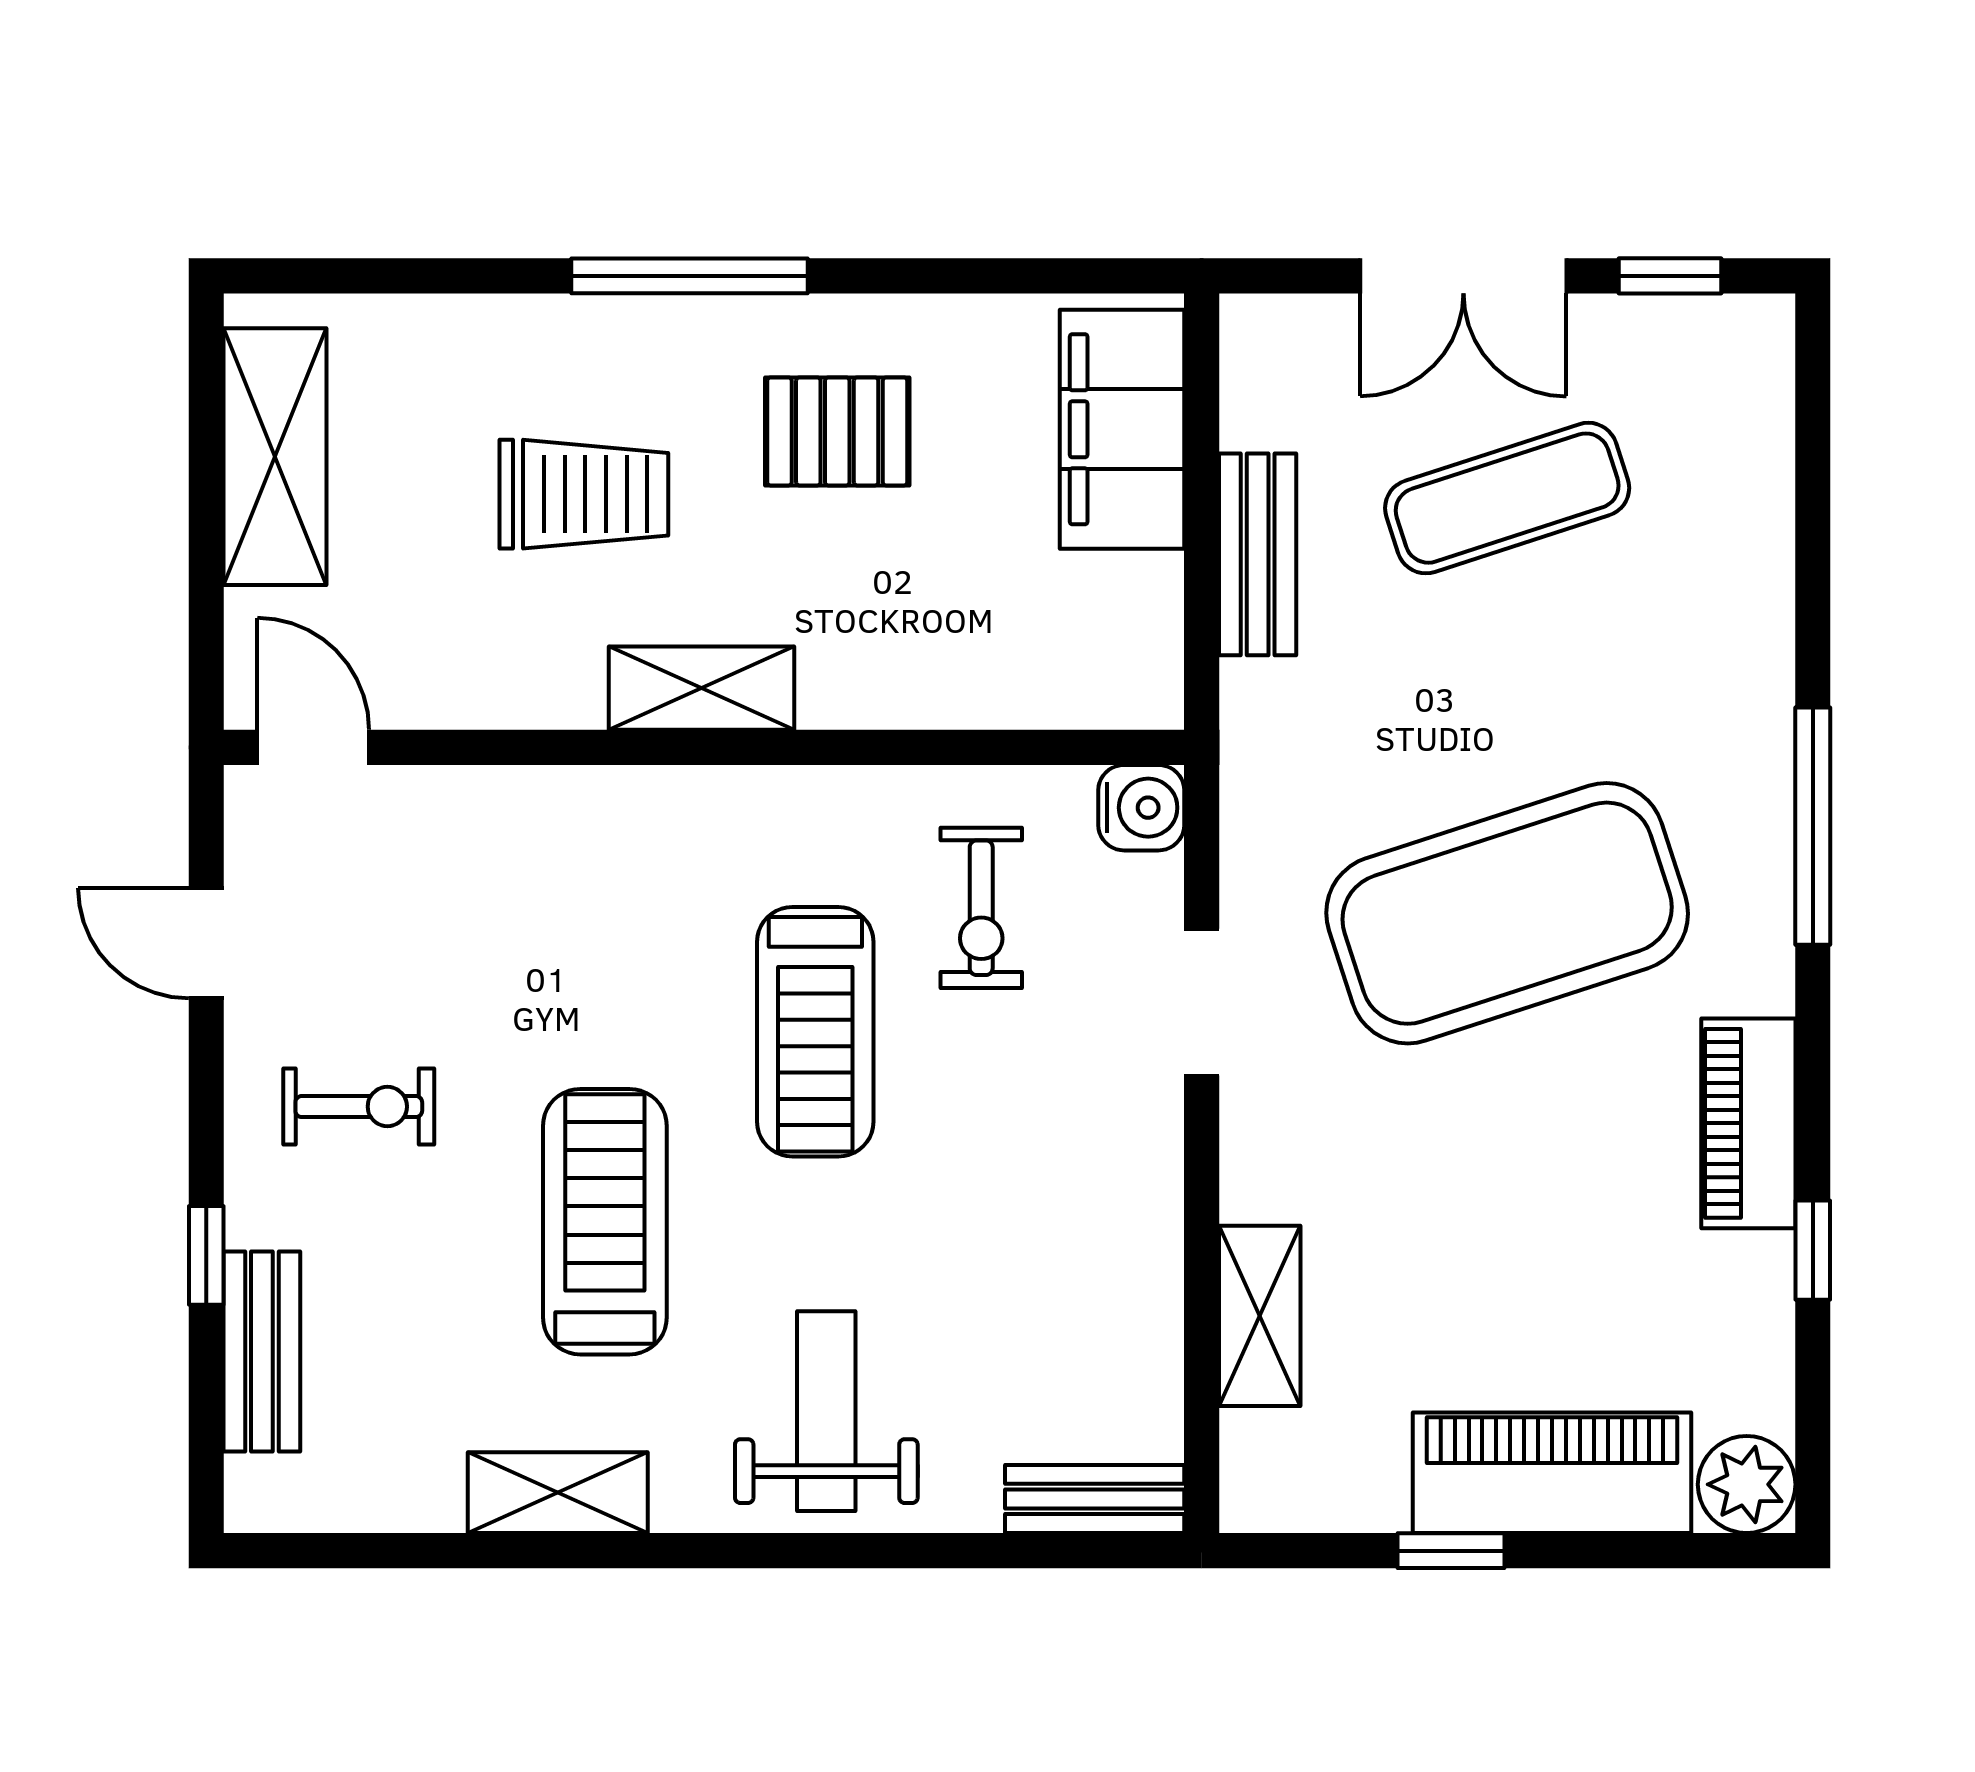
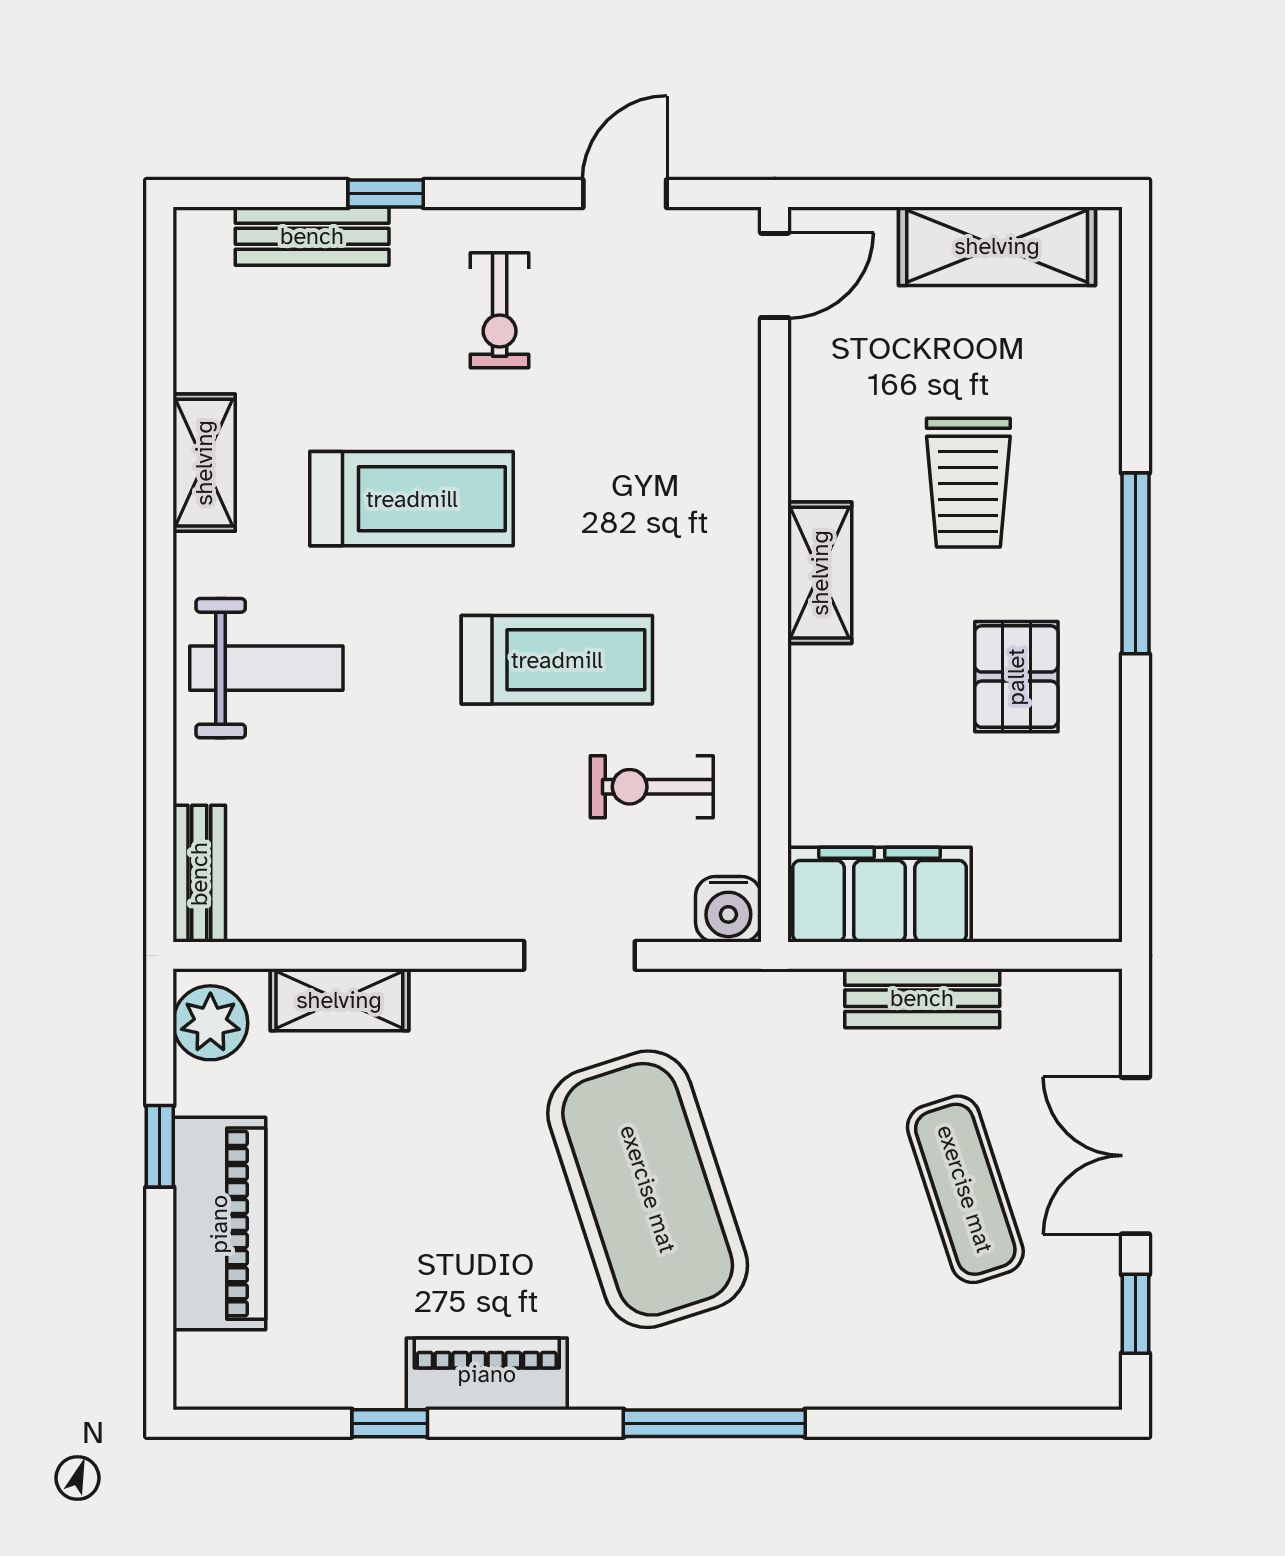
filing cabinet: (1122, 429) -> (880, 895), moved
treadmill: (815, 1032) -> (557, 660), turned 180
plant: (1747, 1484) -> (210, 1023), moved

